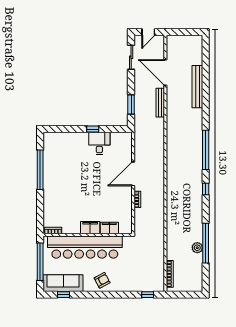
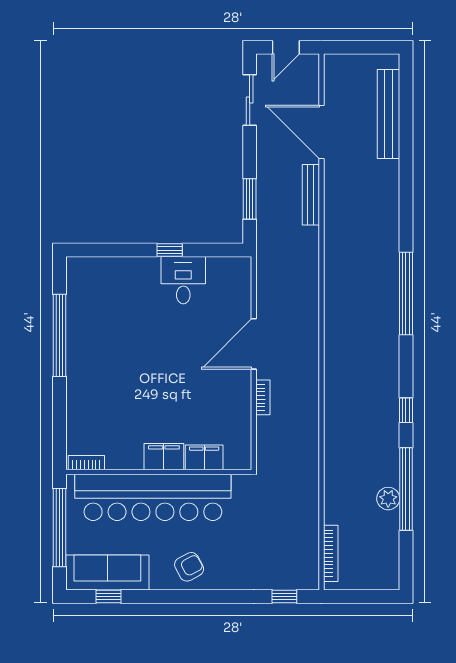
bench: (197, 87) -> (388, 114), moved
window: (206, 189) -> (406, 410), moved

